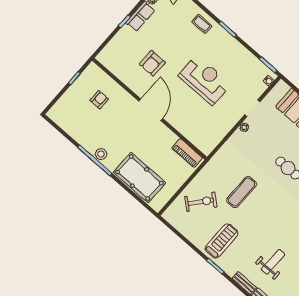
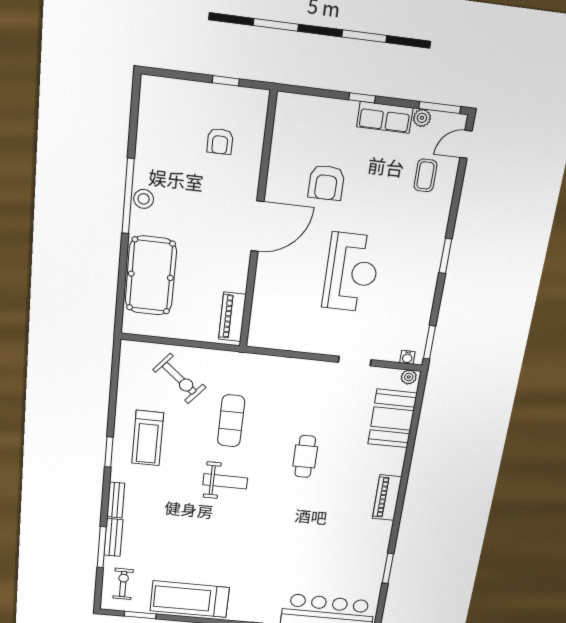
coffee table: (202, 24) -> (425, 175), moved
armchair: (152, 63) -> (326, 183), turned -90
armchair: (99, 100) -> (220, 141), turned 90
plant: (244, 127) -> (409, 377), moved
exercise mat: (242, 192) -> (231, 421), turned 90
treadmill: (221, 241) -> (148, 438), turned 90
weight bench: (273, 262) -> (225, 481), moved

